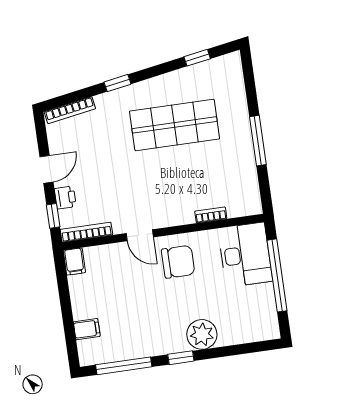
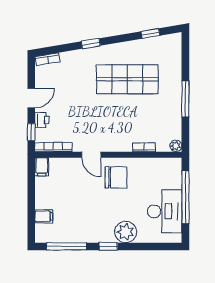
bookcase: (70, 110) -> (48, 59), width x0.64
plant: (254, 207) -> (176, 146), added
desk: (245, 255) -> (165, 211), moved

